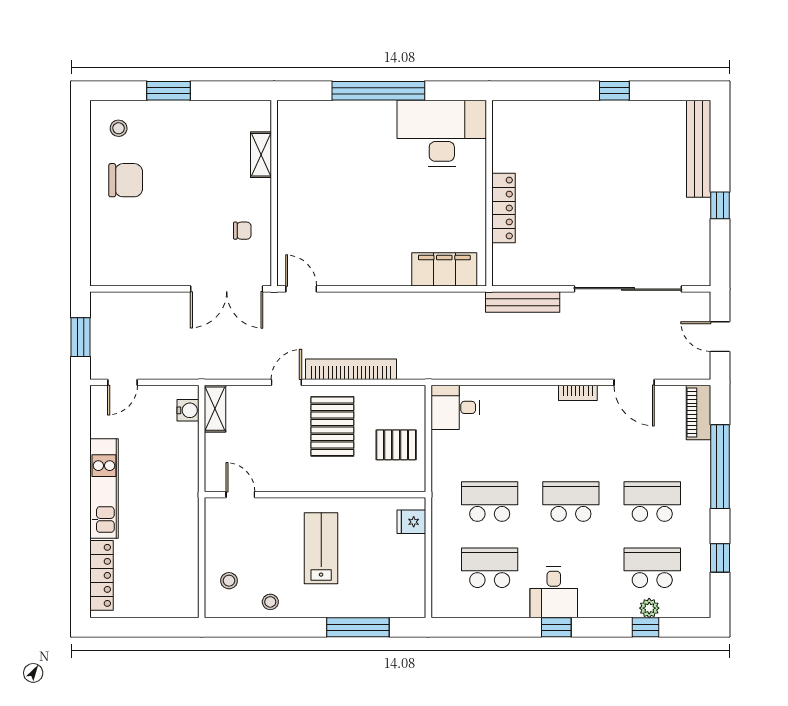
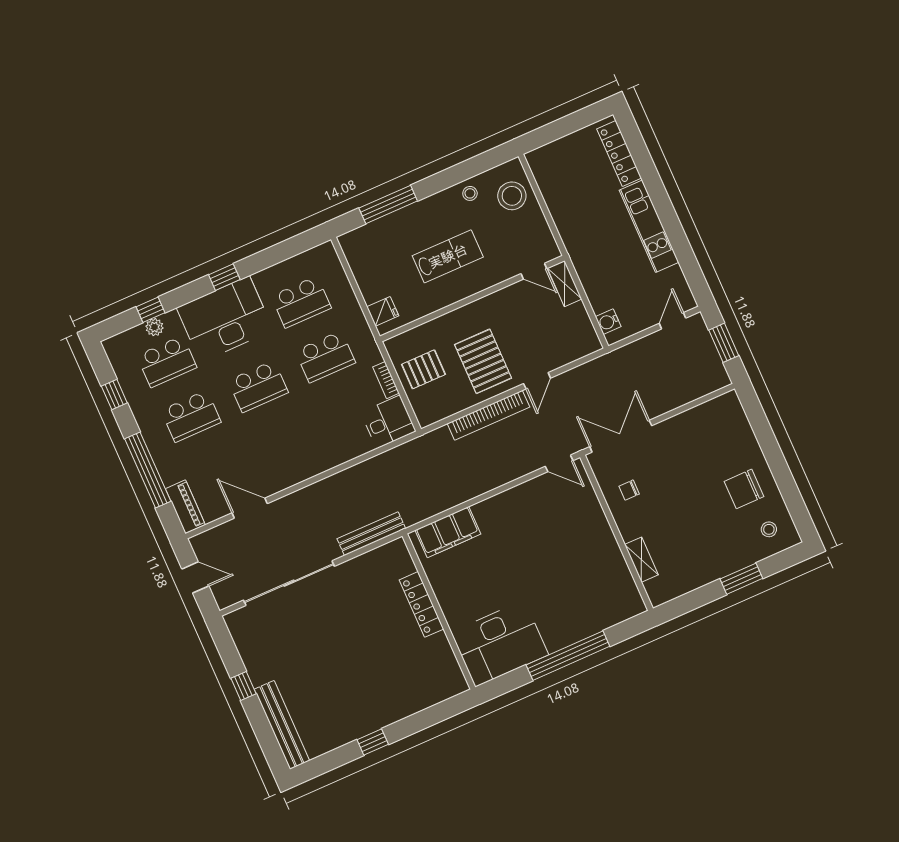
bookcase: (578, 393) -> (386, 380), moved, turned -90
shelving: (215, 409) -> (565, 284), moved
lab bench: (321, 548) -> (448, 256), turned -90
stool: (229, 581) -> (512, 196), width x1.89, depth x1.89
desk: (554, 592) -> (225, 319), width x1.87, depth x1.30

